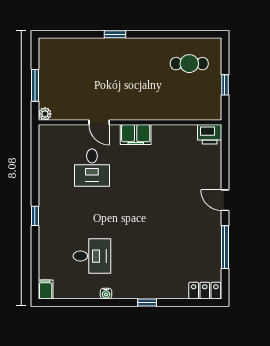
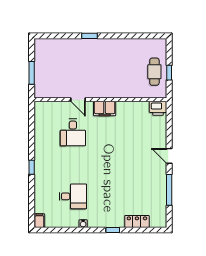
cafe table: (189, 64) -> (154, 72), moved, turned 90
plant: (45, 114) -> (39, 94), removed
locker: (205, 291) -> (137, 221), moved

